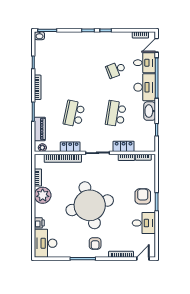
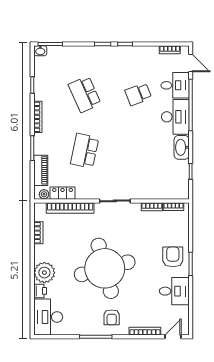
door: (157, 45) -> (191, 63), swing flipped
school desk: (116, 114) -> (85, 94), moved, turned -33
locker: (124, 146) -> (148, 193), removed
locker: (70, 147) -> (63, 193), moved
plant: (43, 195) -> (44, 273), moved

